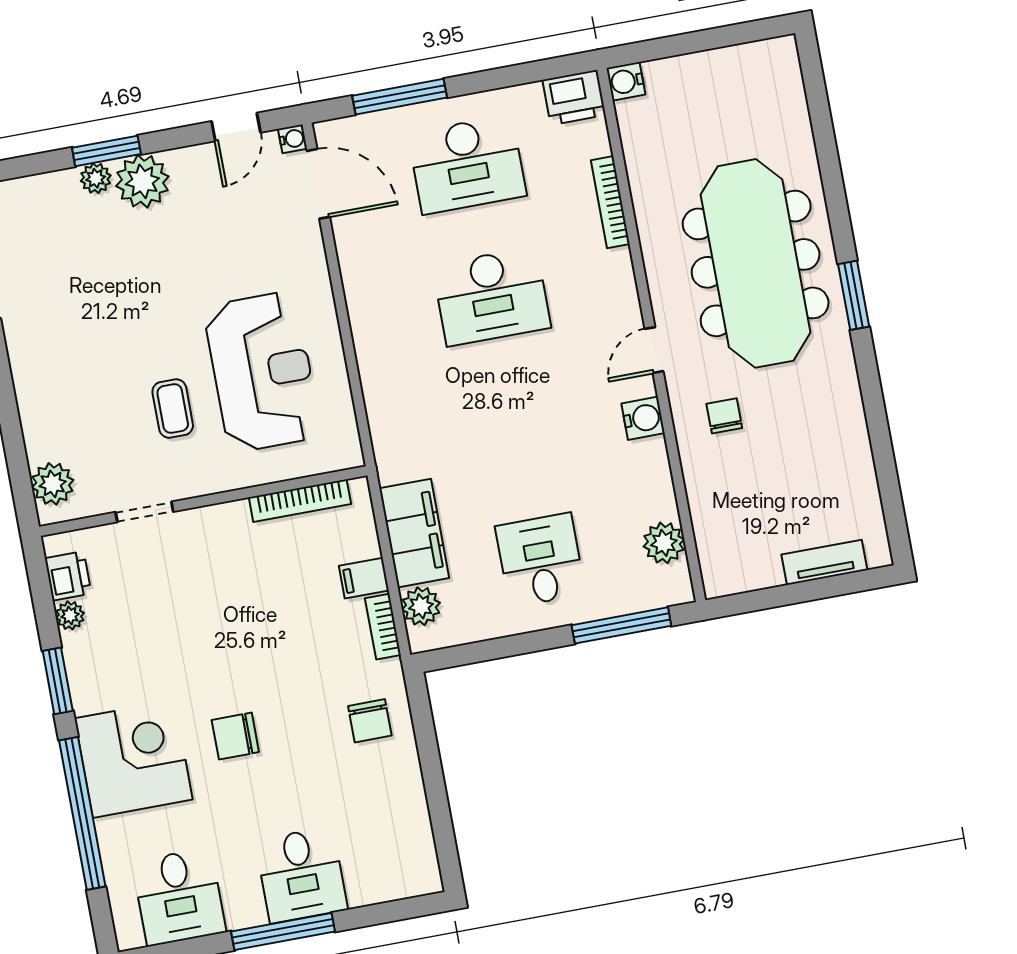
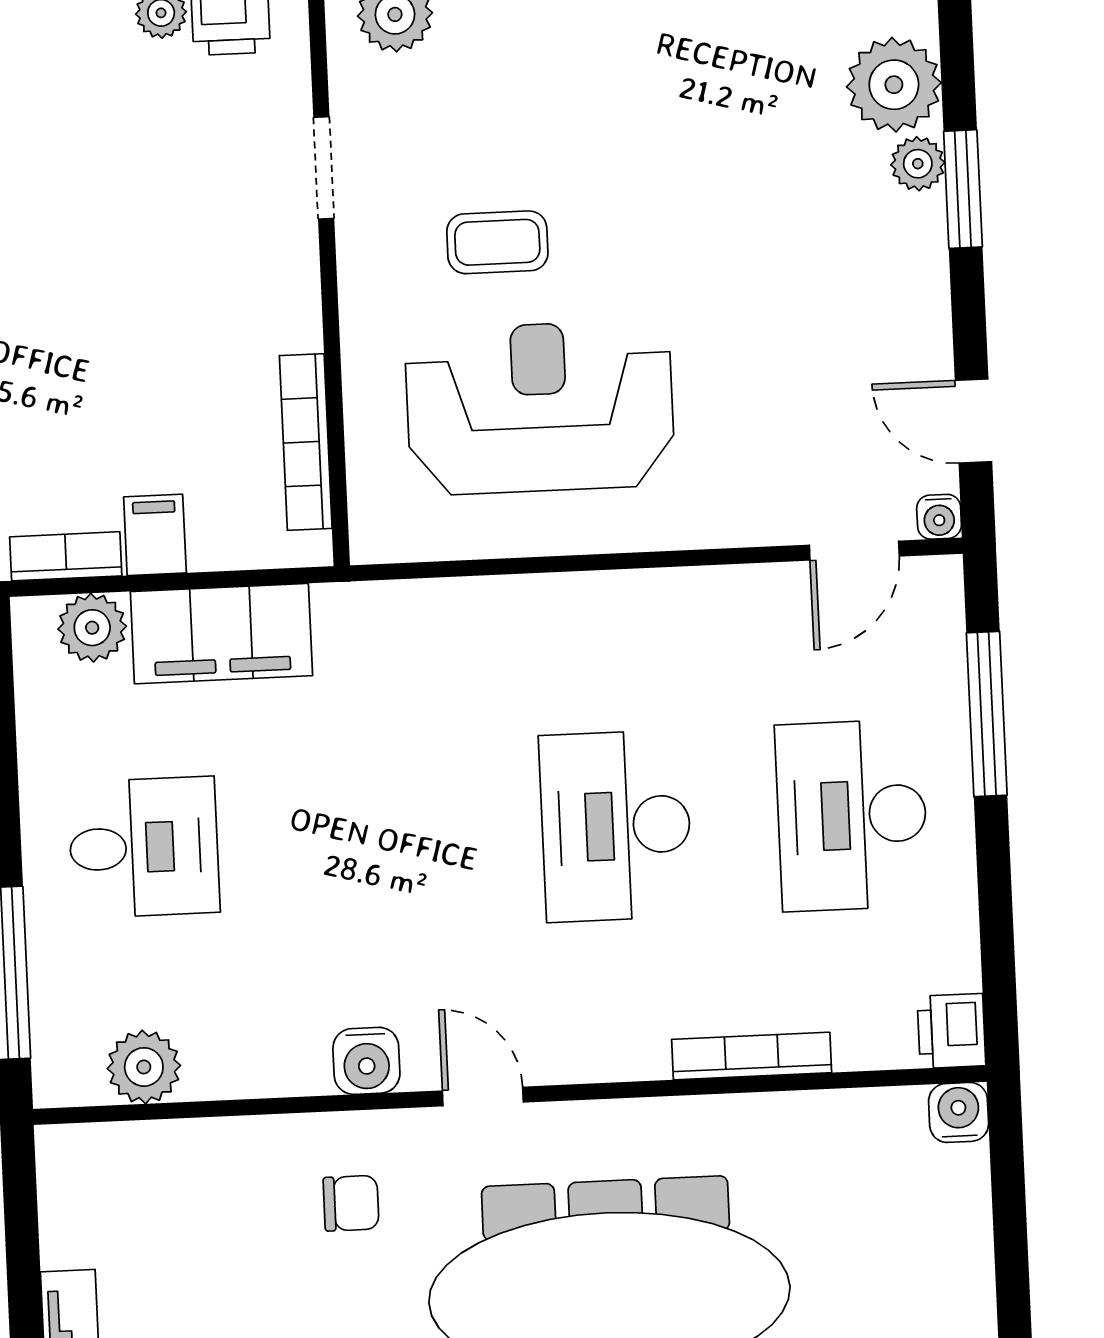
printer: (574, 97) -> (951, 1031), width x0.73, depth x0.81
plant: (142, 181) -> (894, 85), moved
door: (318, 184) -> (854, 551), width x0.73
reception desk: (262, 372) -> (540, 408), turned 180

